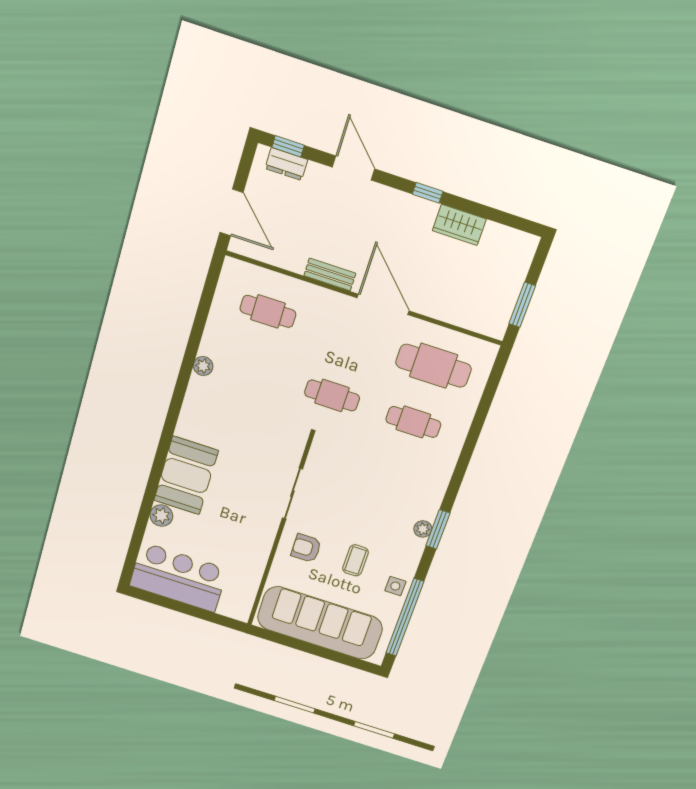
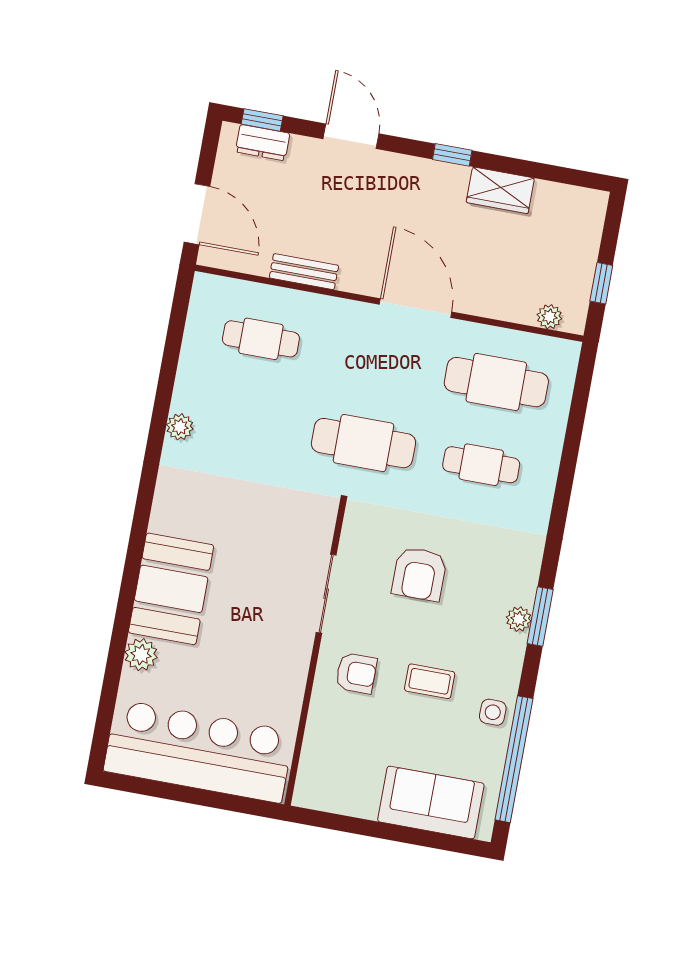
bench: (330, 275) -> (304, 272), moved
window: (522, 305) -> (601, 283), width x0.67
plant: (480, 324) -> (549, 317), added
cafe table: (332, 395) -> (363, 443), width x1.37, depth x1.35
armchair: (359, 490) -> (419, 574), added
armchair: (306, 548) -> (356, 673), turned 180
coffee table: (355, 560) -> (430, 681), turned 90
bar counter: (178, 577) -> (199, 751), width x1.36
sofa: (320, 623) -> (431, 802), width x0.54, depth x0.79

